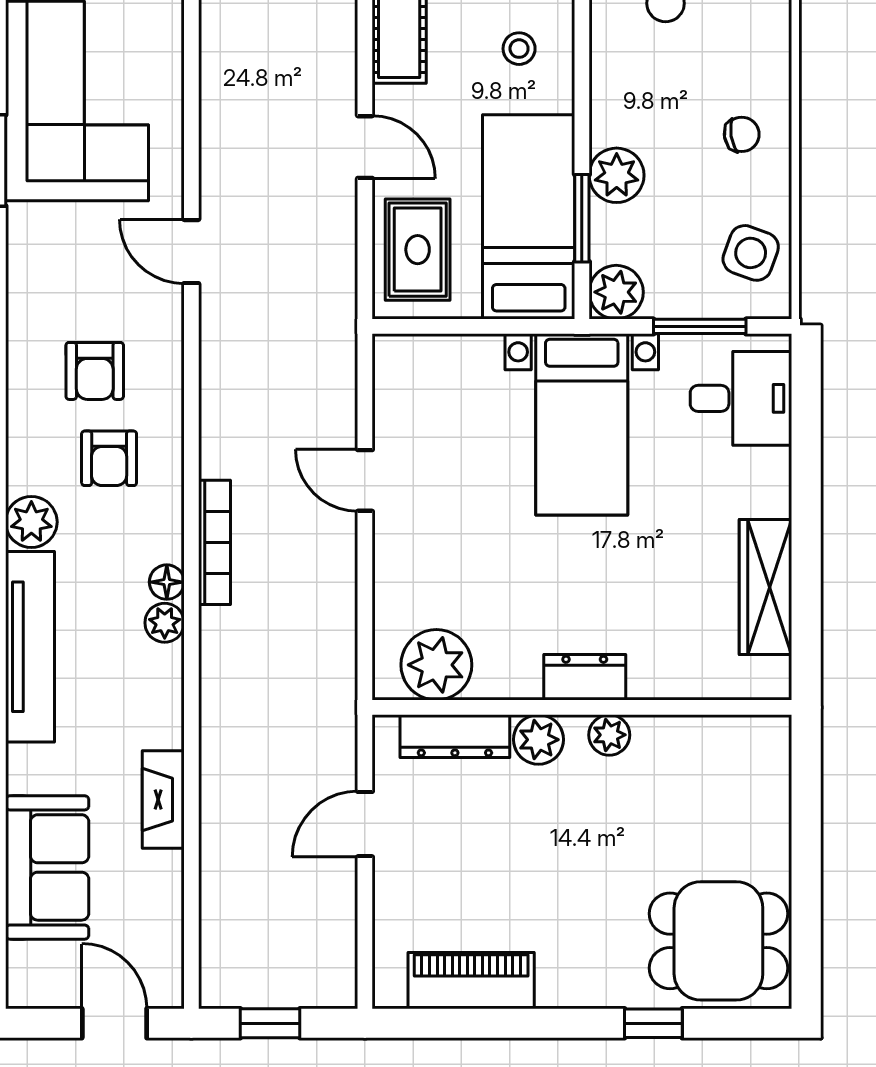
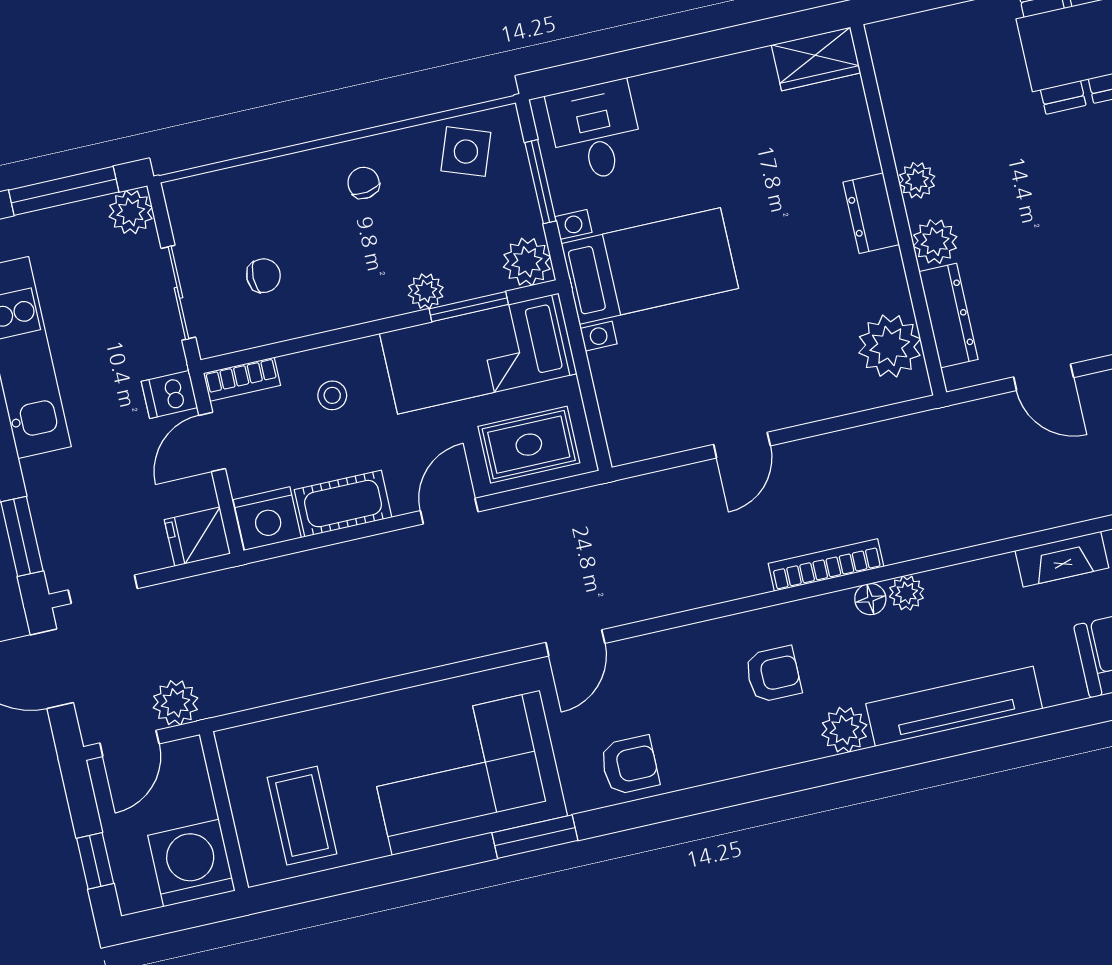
plant: (617, 175) -> (426, 291), width x0.73, depth x0.73
armchair: (95, 371) -> (630, 765), moved
wardrobe: (766, 587) -> (816, 59), moved, width x0.67

